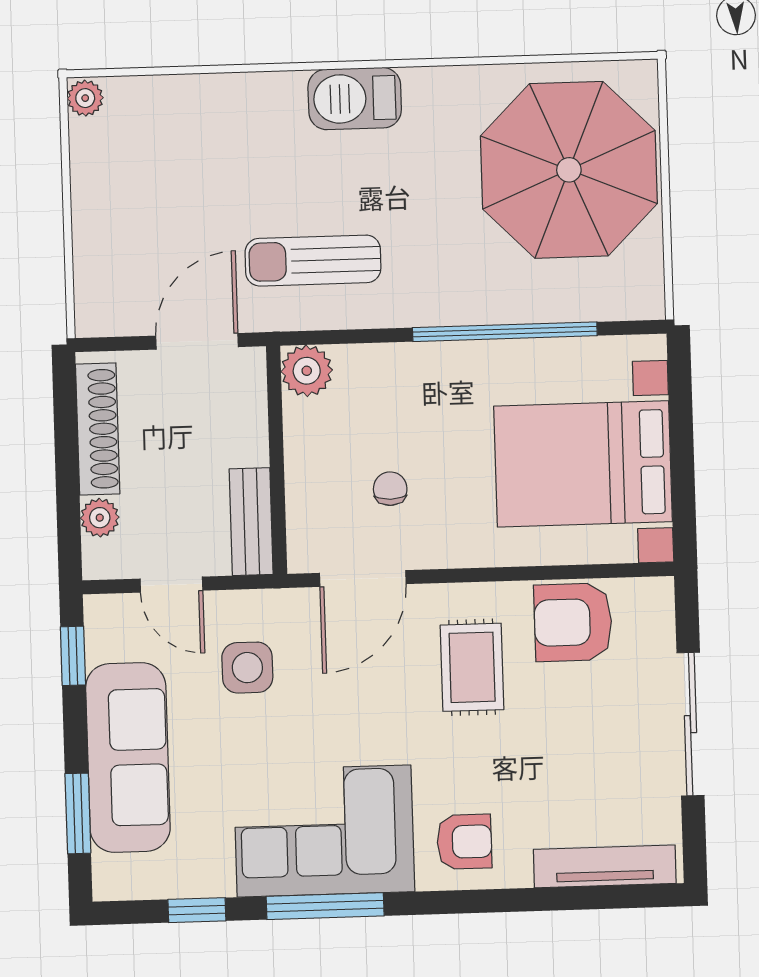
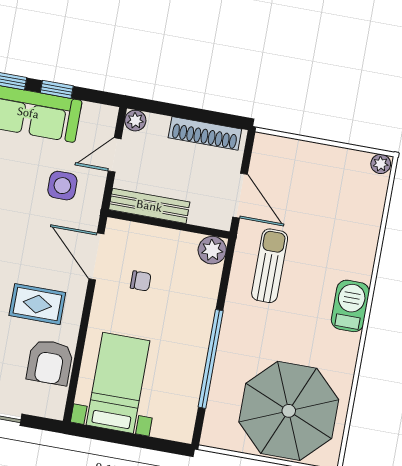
bed with nightstands: (583, 464) -> (118, 383), width x0.73
plant: (100, 518) -> (135, 121), moved
bench: (251, 522) -> (149, 206), width x1.36
armchair: (573, 622) -> (50, 362), turned 180
window: (73, 656) -> (57, 89), moved

